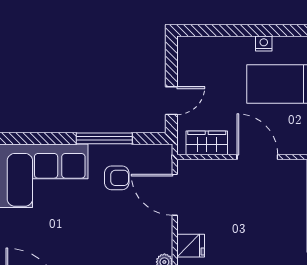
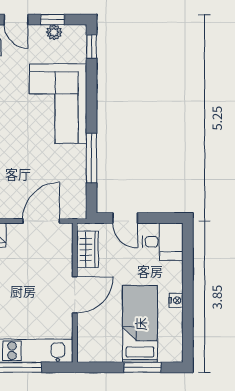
desk: (198, 59) -> (163, 242), added
armchair: (117, 178) -> (56, 169), removed

